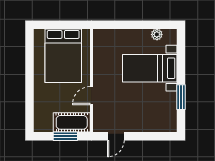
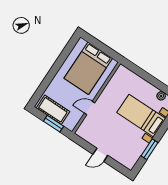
cot: (72, 122) -> (53, 110), moved
door: (116, 136) -> (100, 155), moved

